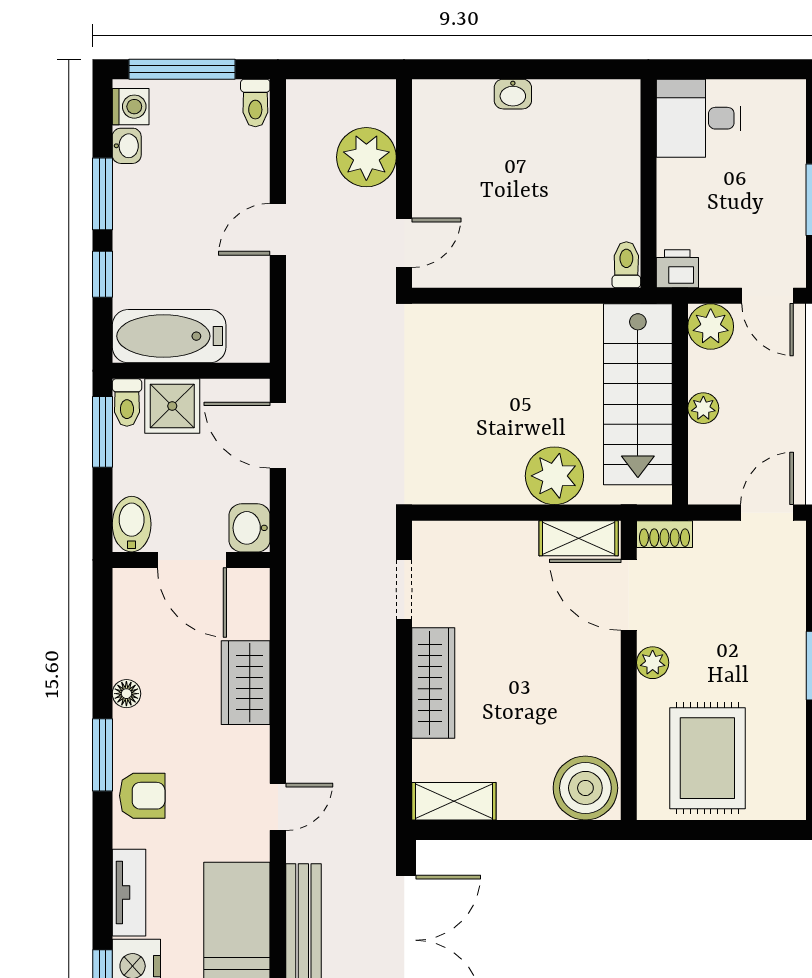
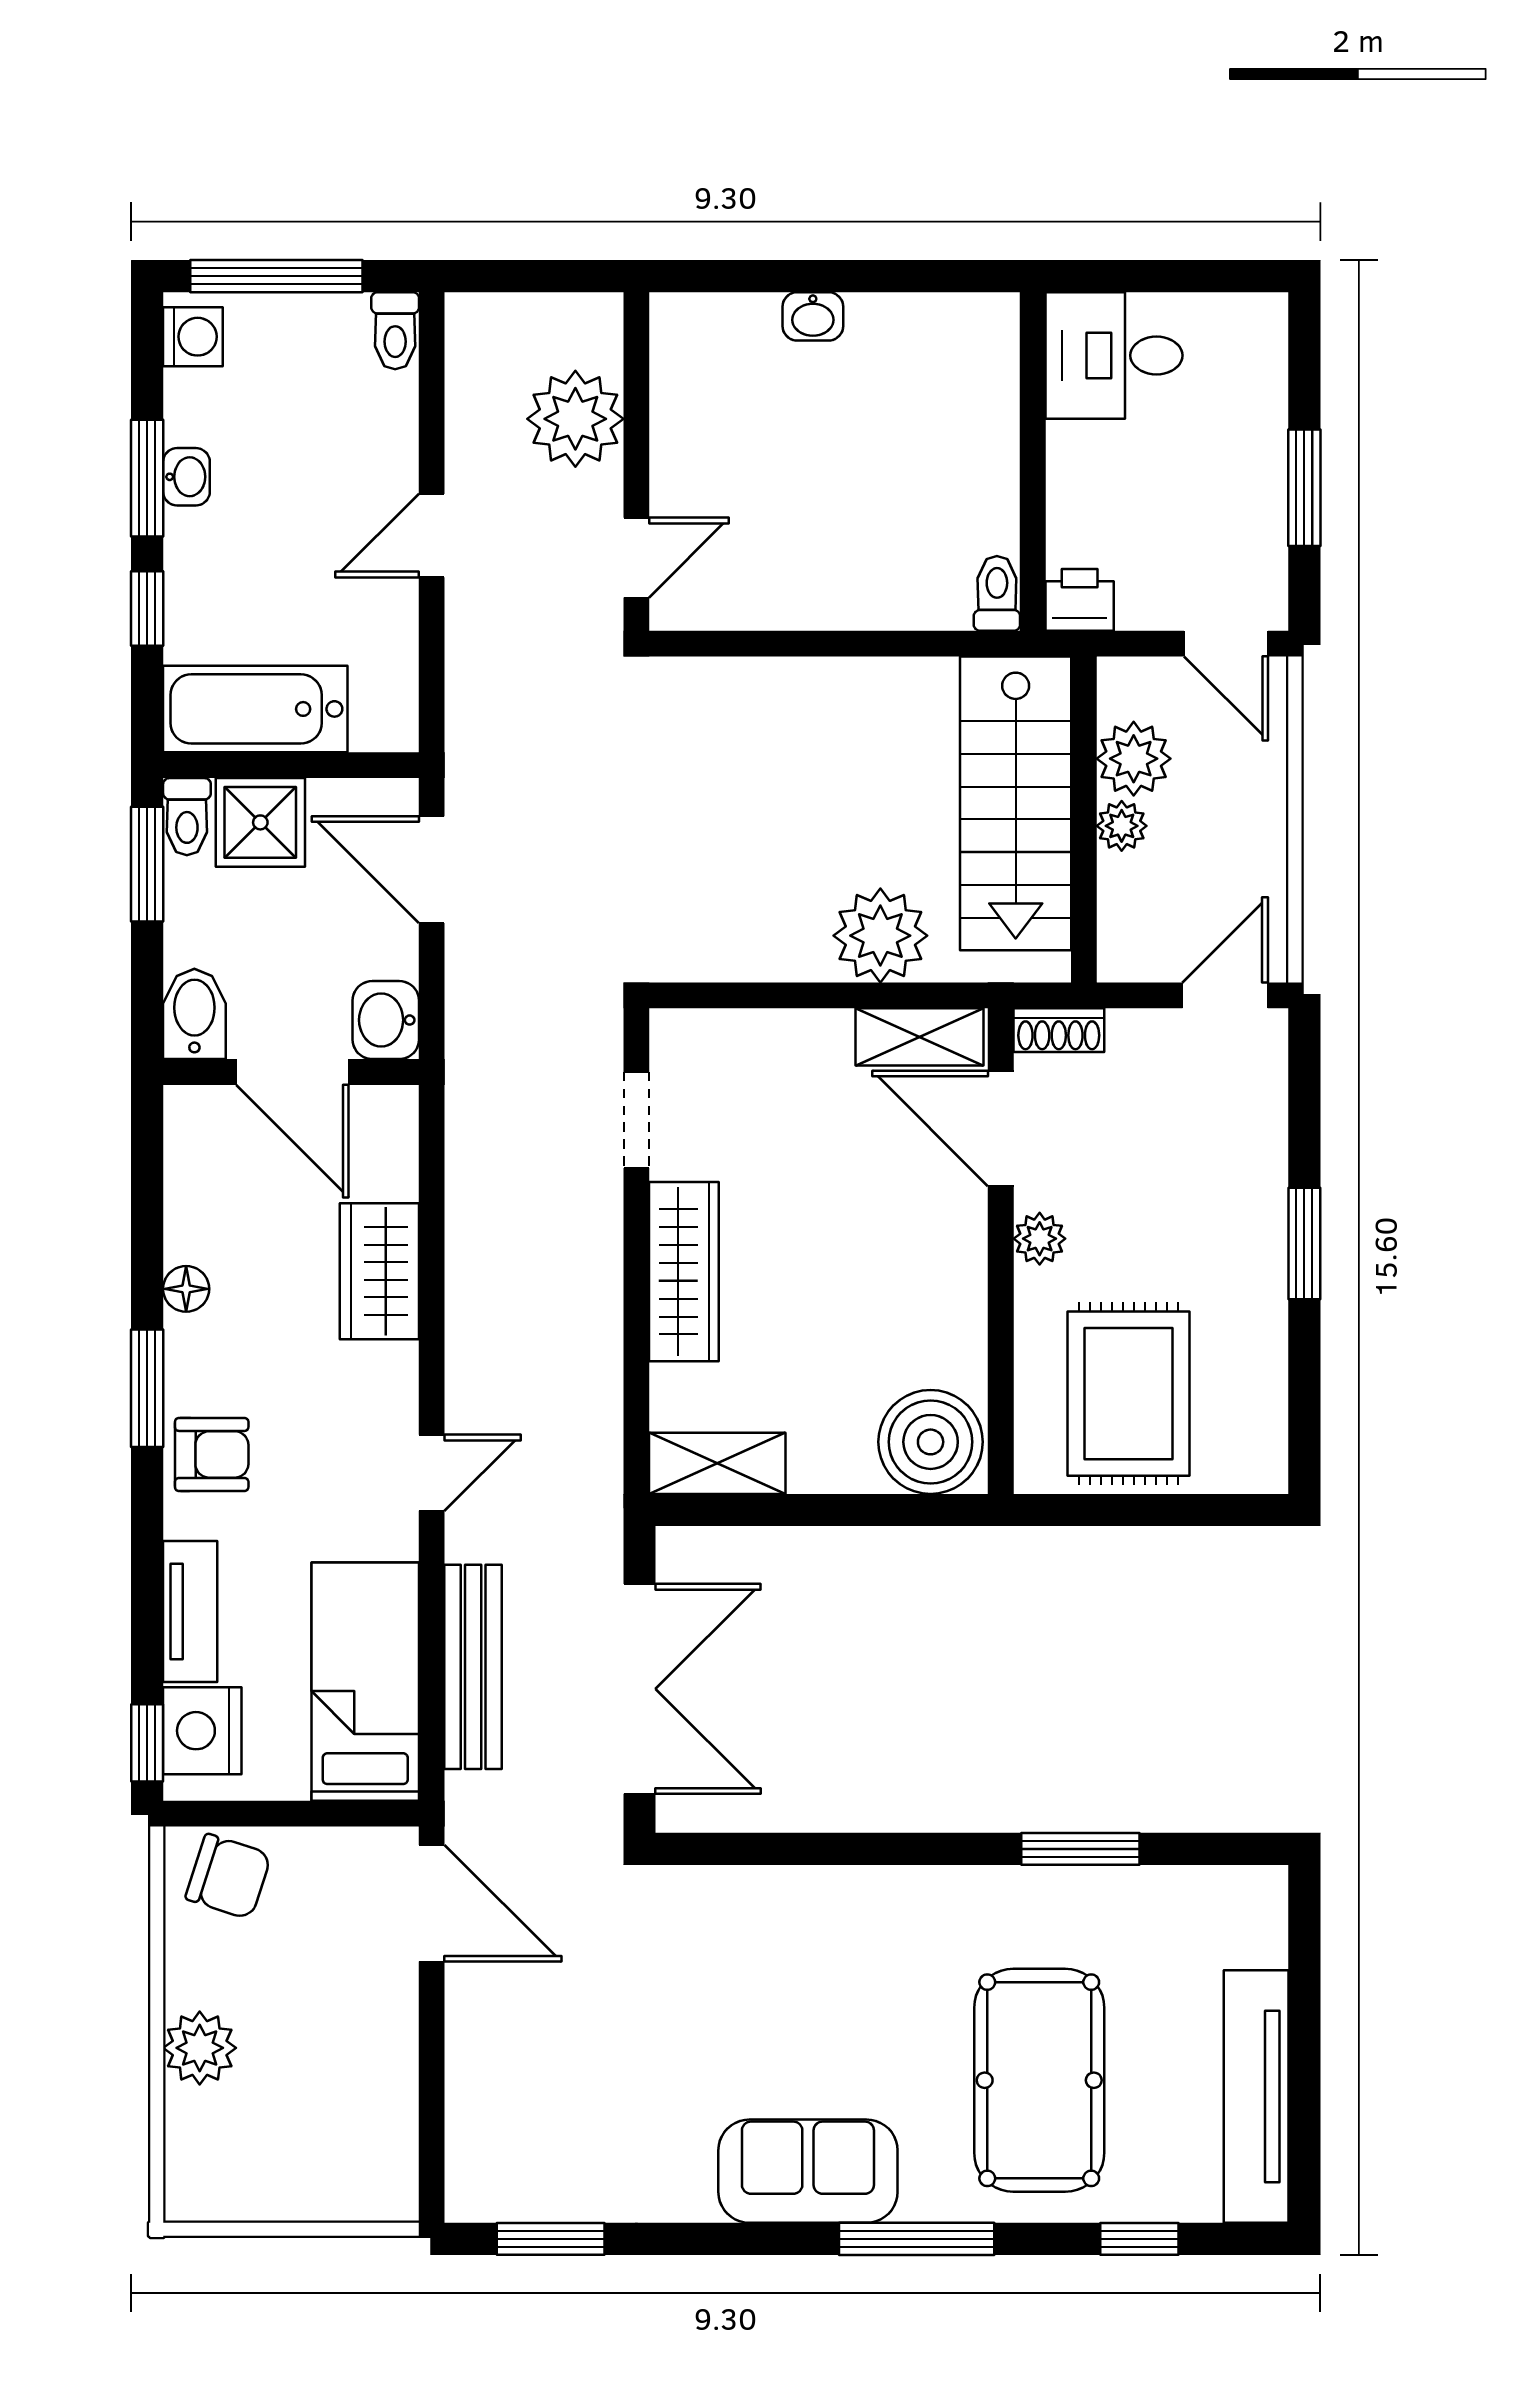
washbasin: (127, 146) -> (186, 477), moved
plant: (711, 327) -> (1134, 759), moved

